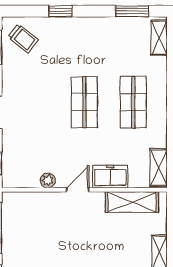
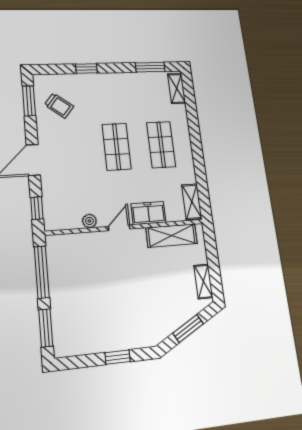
trolley: (23, 38) -> (59, 106), moved

